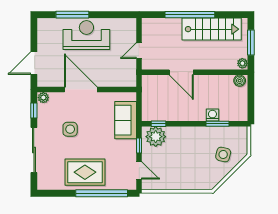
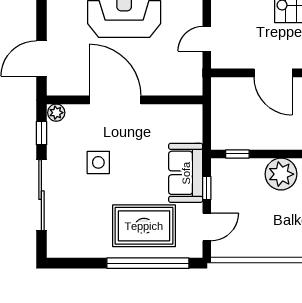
sofa: (126, 120) -> (186, 173), moved
plant: (156, 137) -> (281, 174), moved
door: (139, 170) -> (207, 227), hinge flipped
rug: (85, 172) -> (144, 226), moved

